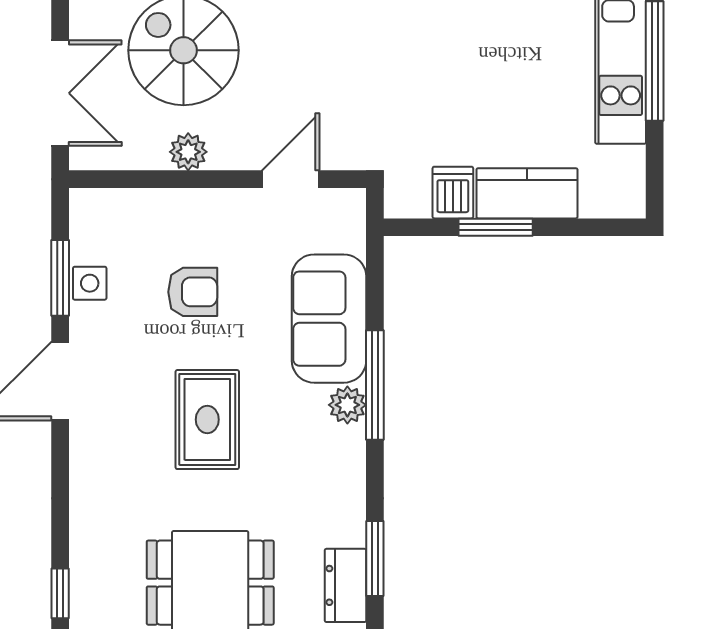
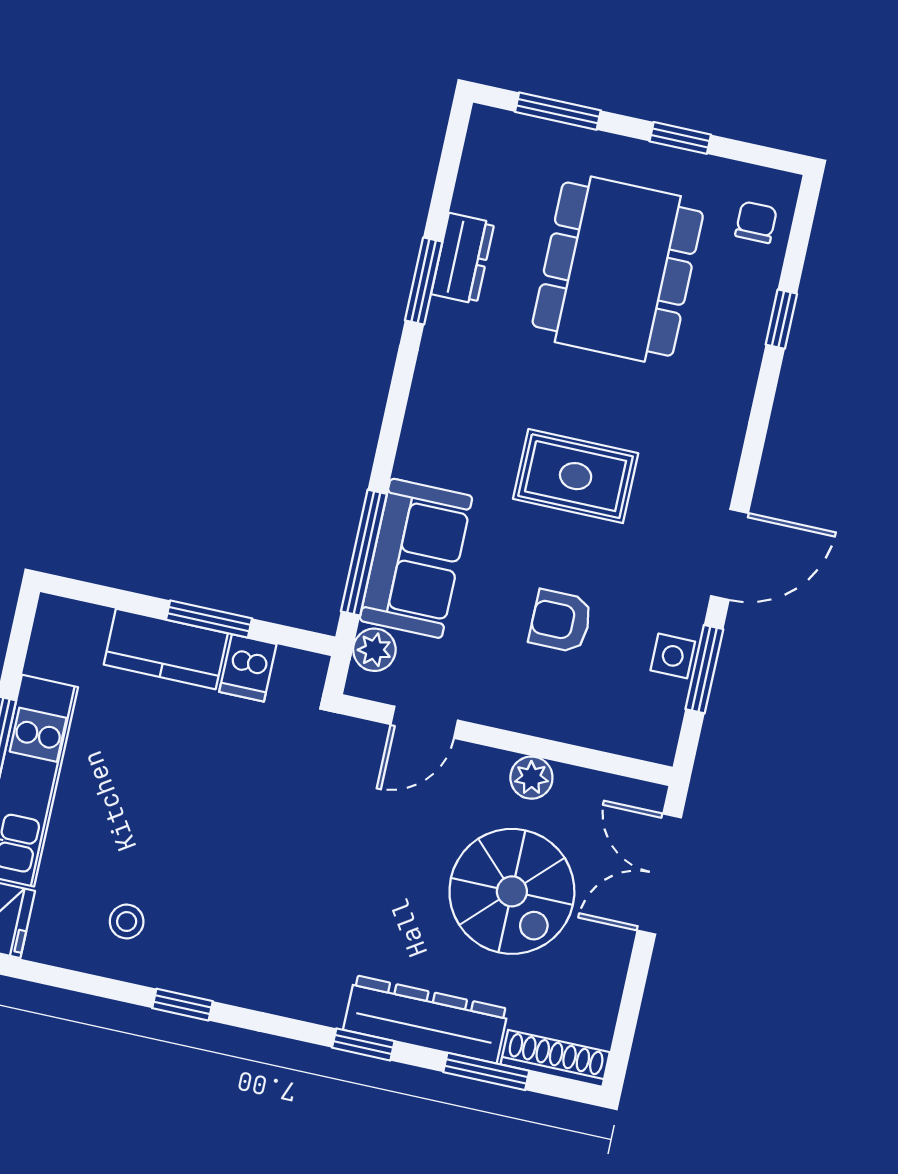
window: (375, 385) -> (364, 553), moved
plant: (347, 405) -> (374, 650), moved
rug: (207, 420) -> (576, 476), turned 90

